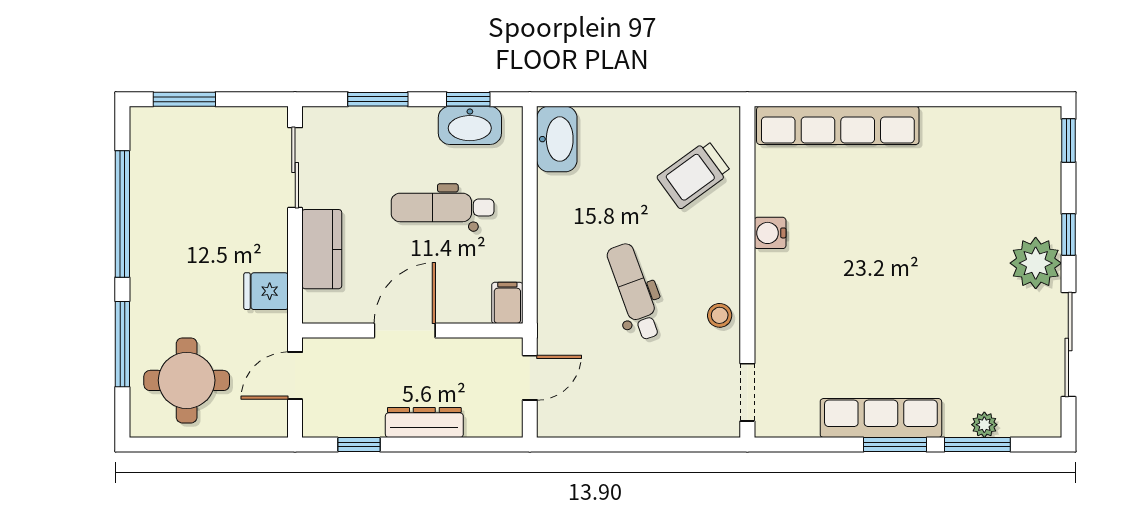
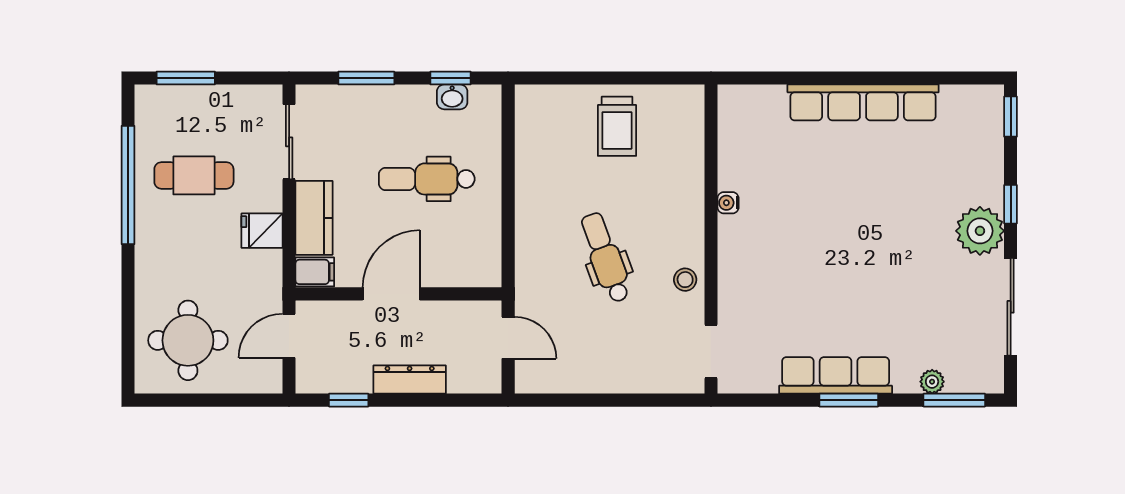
washbasin: (470, 125) -> (452, 97), width x0.52, depth x0.69
row of seats: (838, 125) -> (863, 102), moved
washbasin: (557, 139) -> (533, 115), removed
trolley: (694, 175) -> (617, 126), moved, turned -54
cafe table: (193, 204) -> (194, 175), added
water cooler: (770, 233) -> (728, 203), width x0.72, depth x0.72
fridge: (266, 291) -> (262, 231), moved
filing cabinet: (507, 303) -> (315, 272), moved, turned 90
window: (122, 344) -> (128, 306), removed
door: (530, 378) -> (508, 338), hinge flipped
window: (977, 445) -> (954, 400), moved

